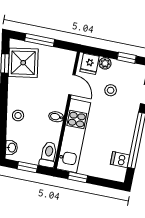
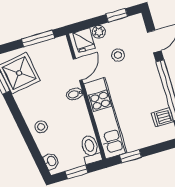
window: (40, 40) -> (38, 39), moved
door: (72, 85) -> (78, 69), hinge flipped
bidet: (56, 117) -> (75, 94), moved

